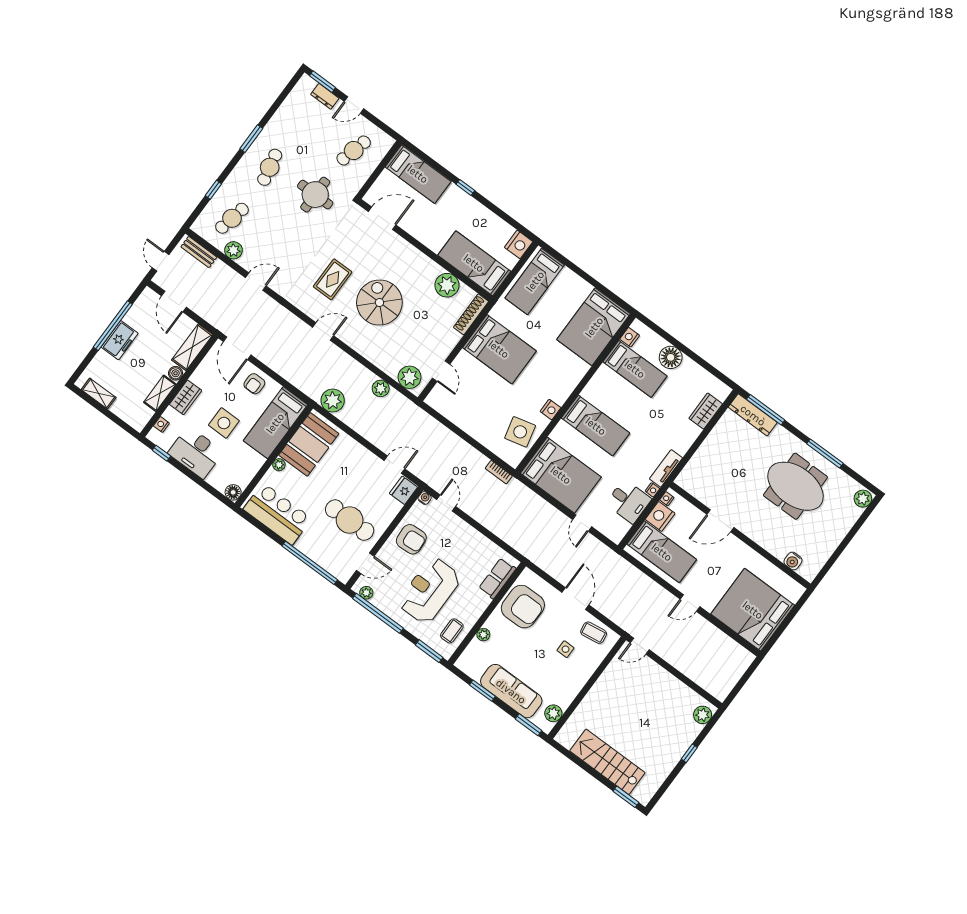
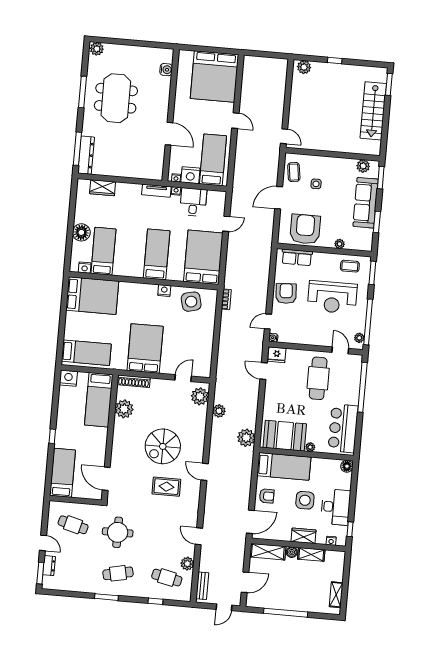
freezer: (120, 340) -> (292, 602), removed
armchair: (411, 539) -> (286, 293), moved

